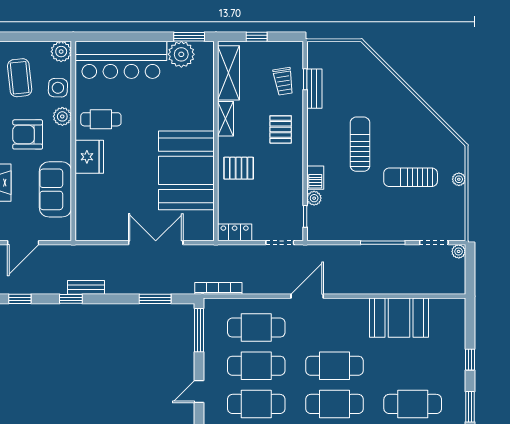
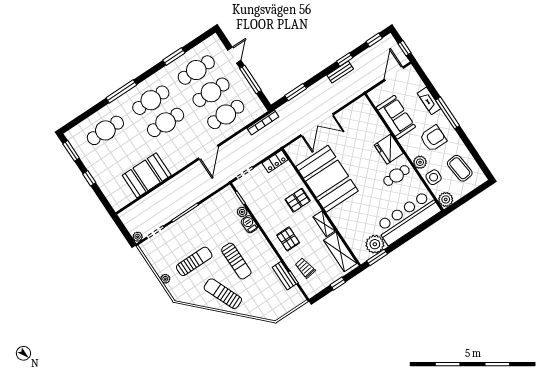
sun lounger: (402, 116) -> (223, 294), added
window: (199, 330) -> (250, 79), moved

